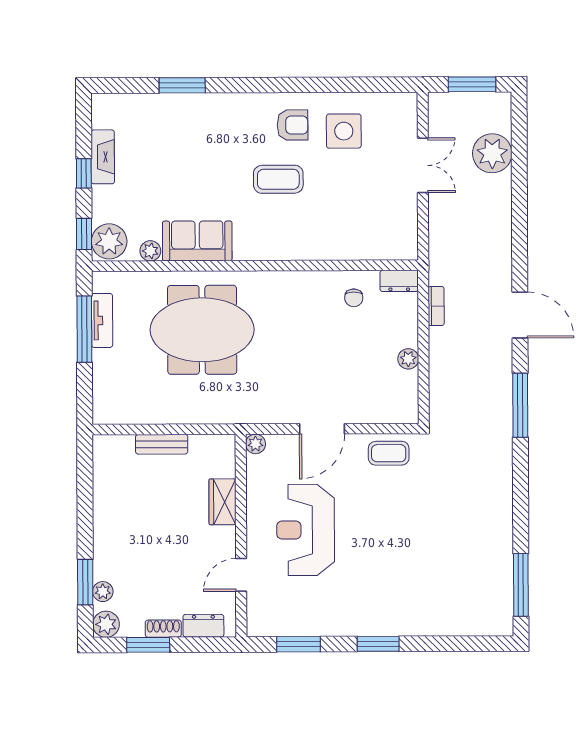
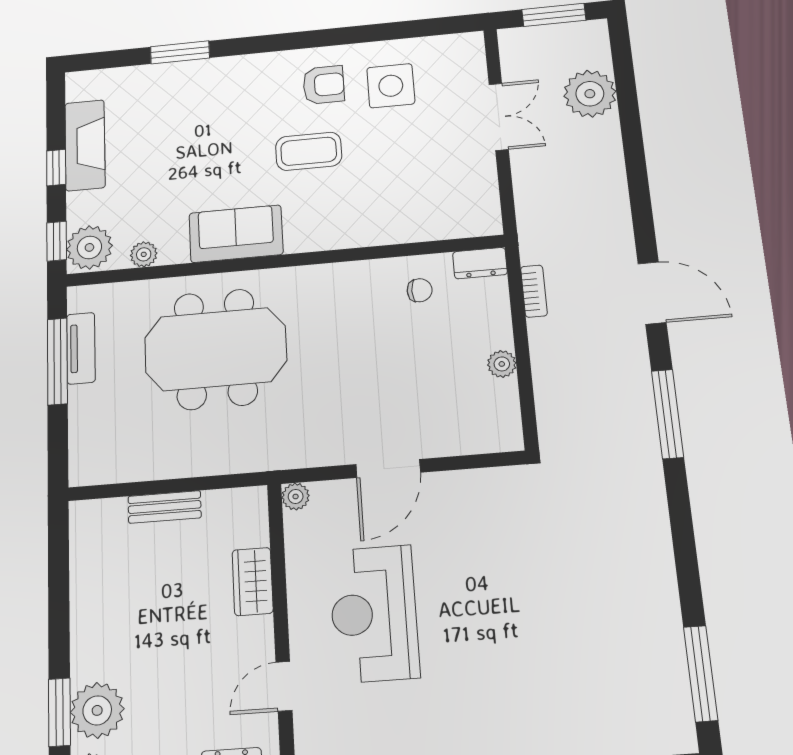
fireplace: (103, 157) -> (85, 145), width x1.37, depth x1.32
sofa: (197, 241) -> (236, 234), moved
chair: (354, 298) -> (420, 290), turned -90
coffee table: (389, 453) -> (485, 495), removed
plant: (103, 592) -> (97, 710), width x1.87, depth x1.87

